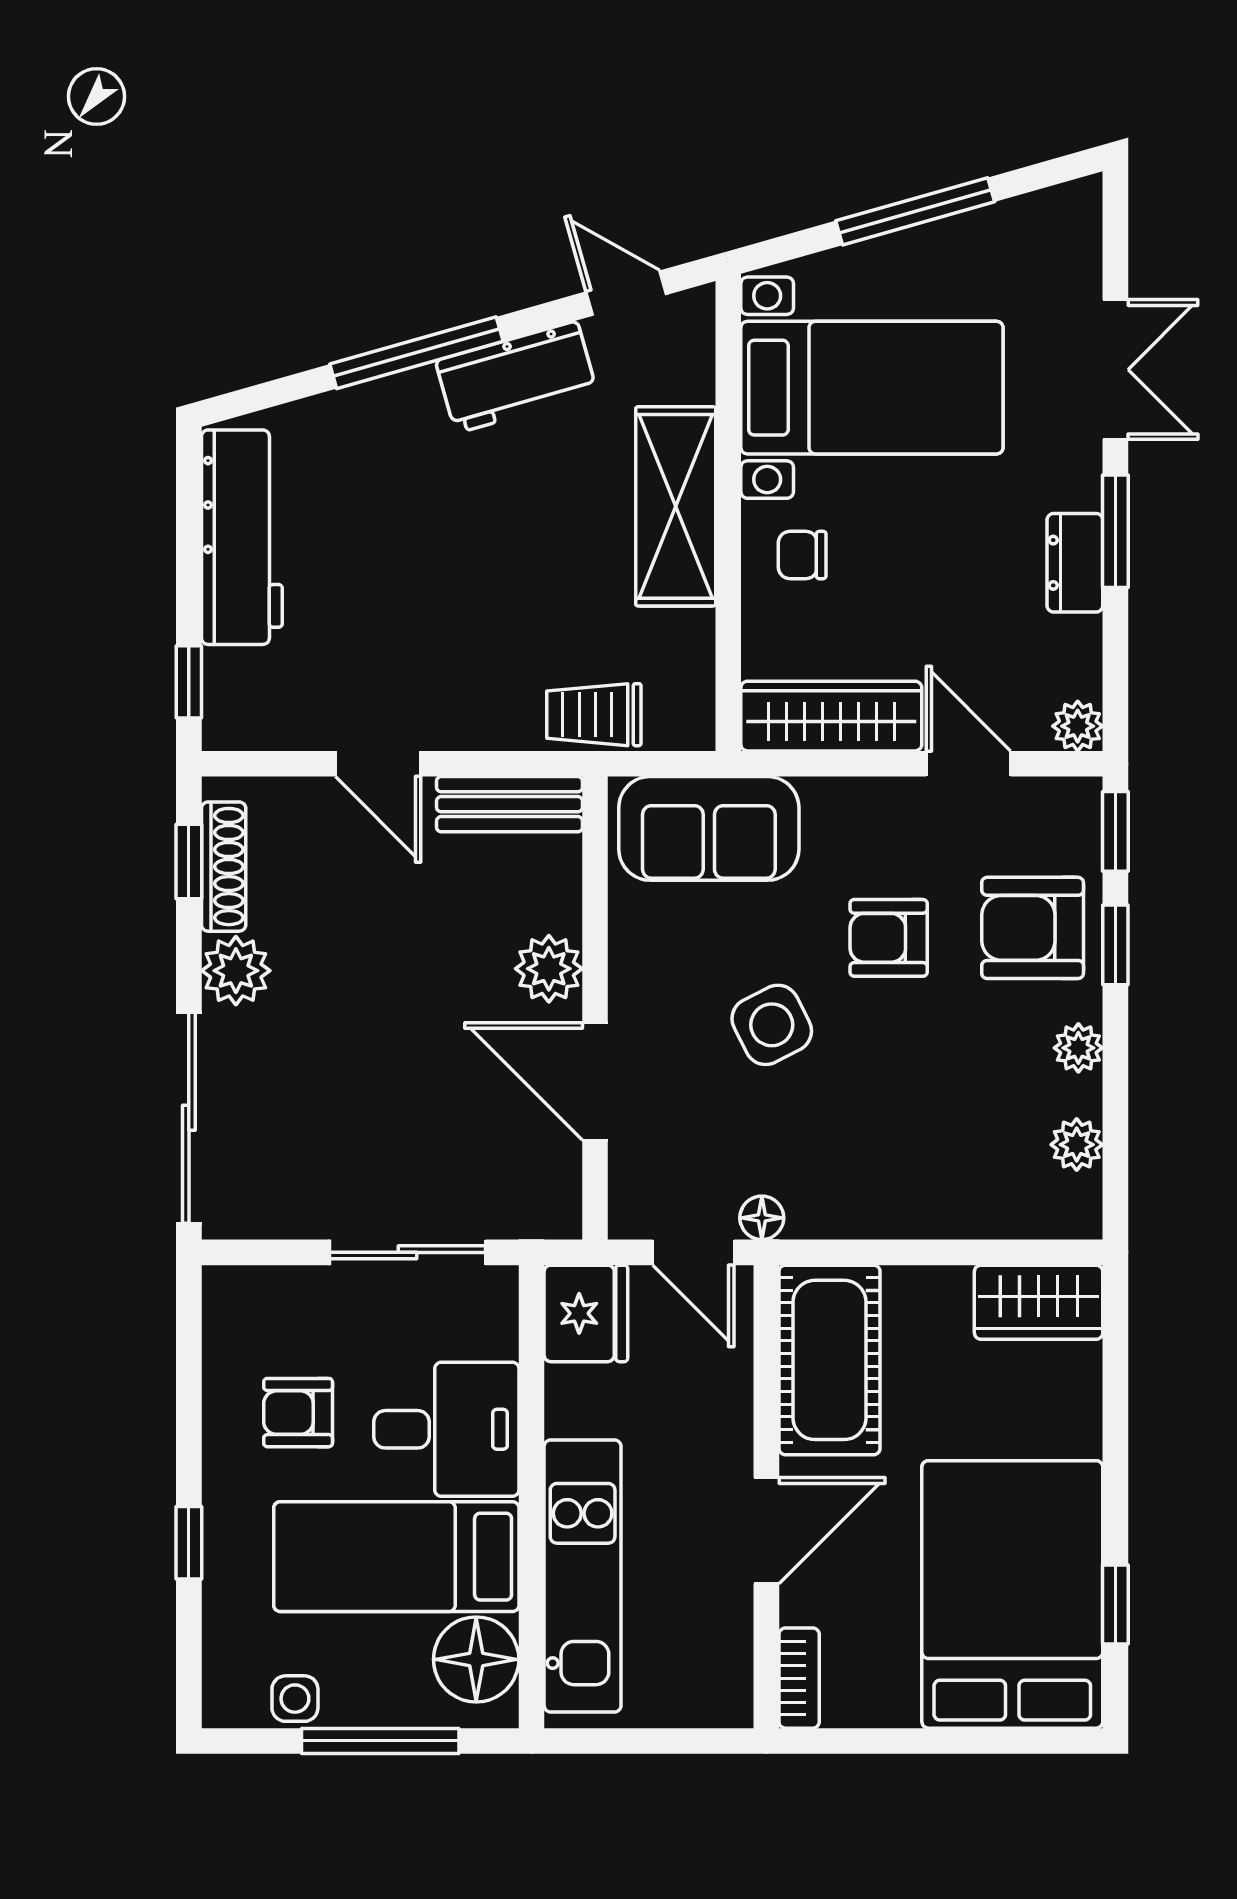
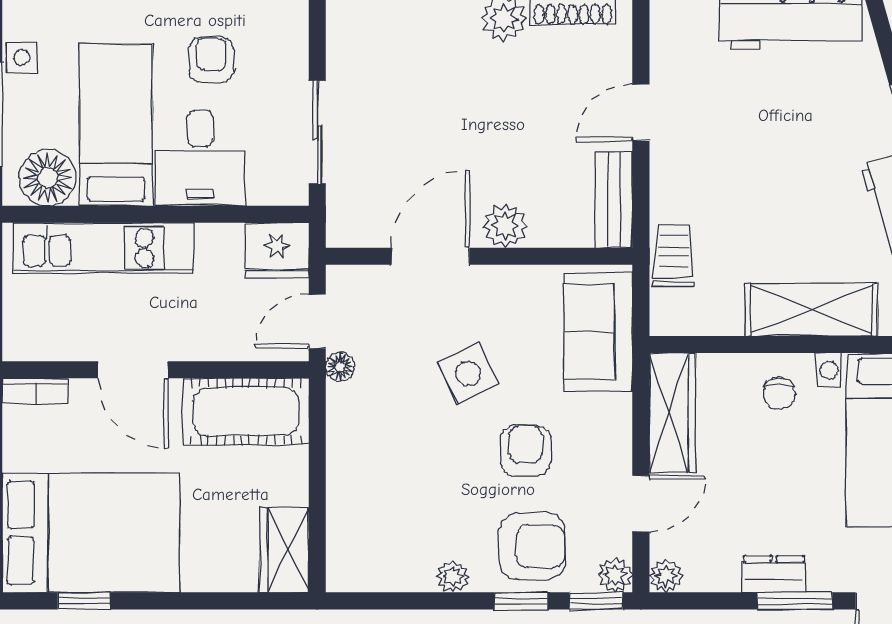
chair: (802, 555) -> (779, 394), turned 180
armchair: (1033, 928) -> (532, 546), turned 90
plant: (1077, 1145) -> (615, 575), moved

